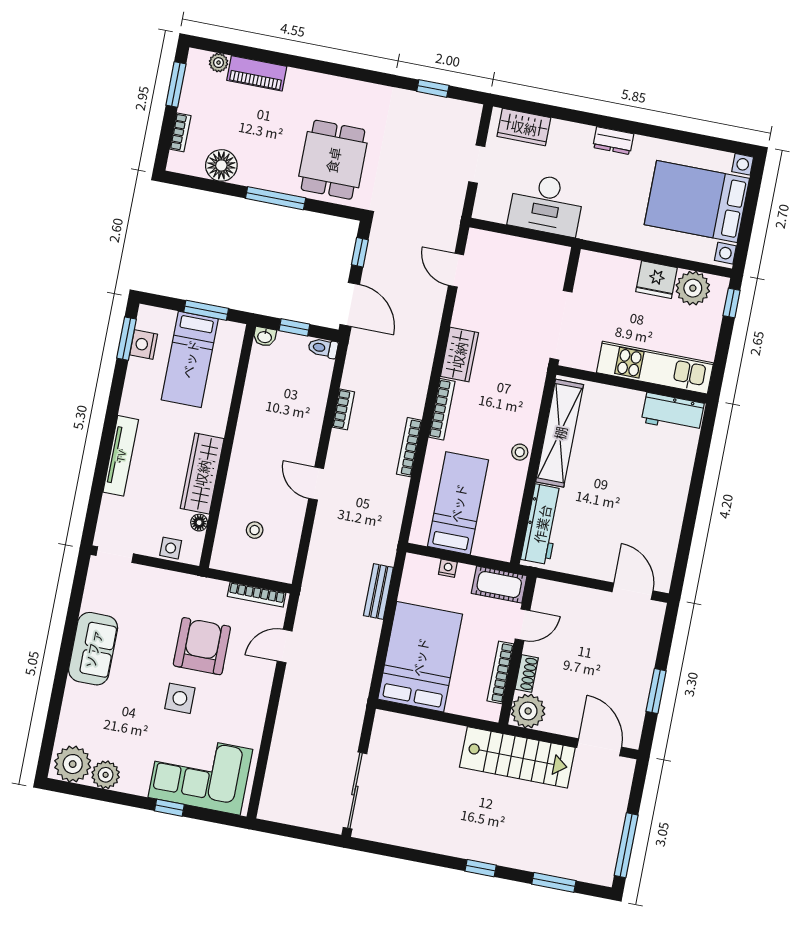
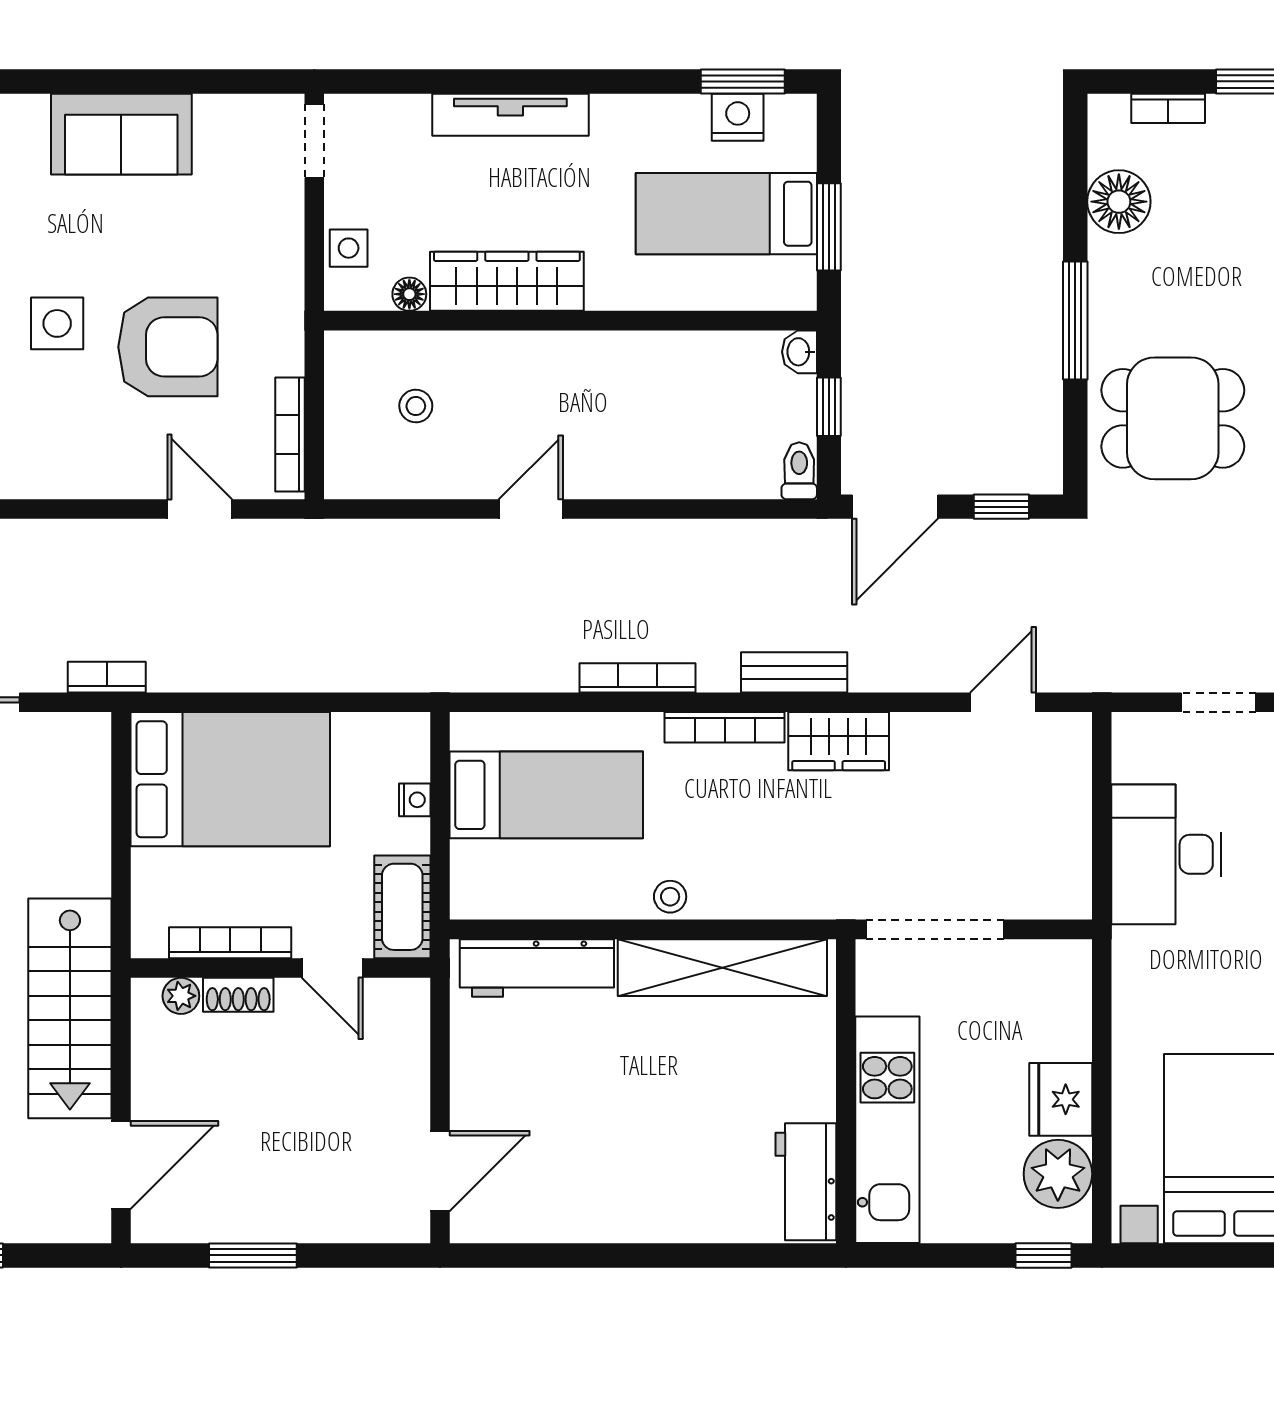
bookcase: (343, 409) -> (107, 677), moved, turned 180
bench: (378, 591) -> (794, 672), moved
plant: (528, 711) -> (181, 996), width x0.53, depth x0.53

